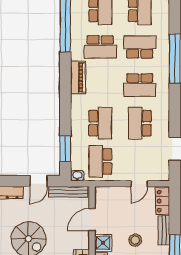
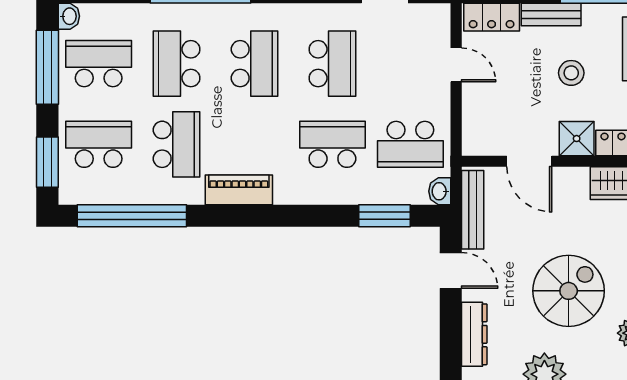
school desk: (140, 123) -> (332, 64), turned -90

